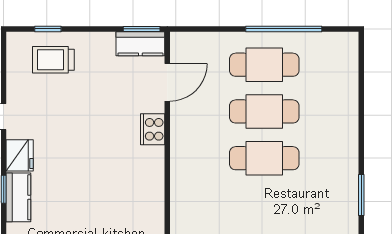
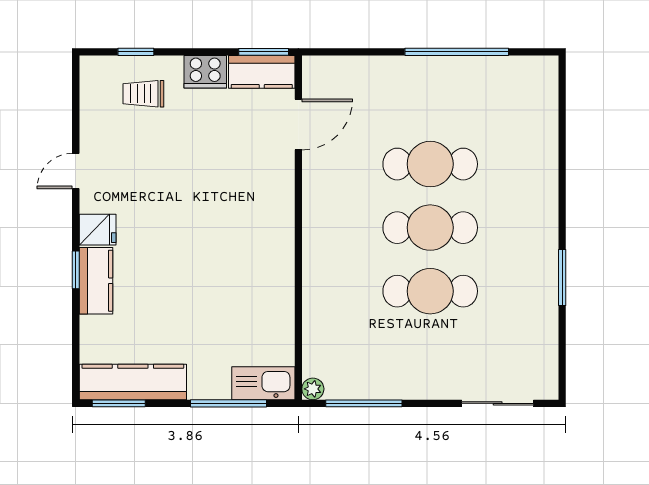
trolley: (53, 60) -> (143, 94), width x0.73, depth x0.72
cafe table: (264, 65) -> (430, 291), moved
cooker: (153, 129) -> (205, 72), moved, turned -90
fridge: (20, 155) -> (98, 230), width x0.72

